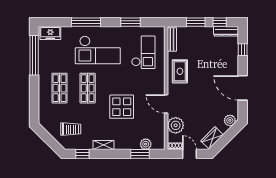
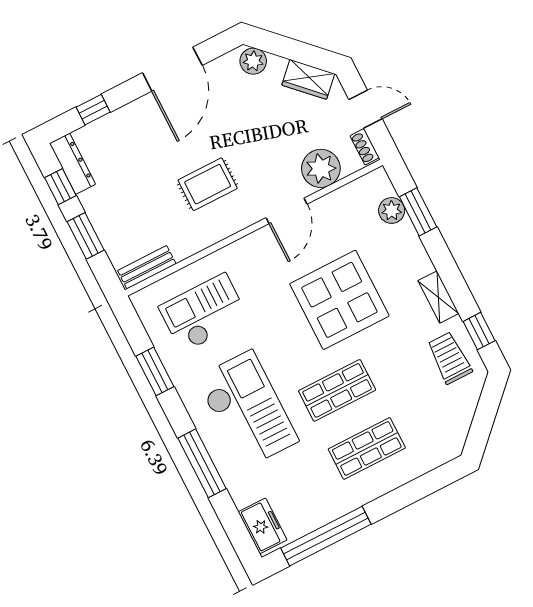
rug: (180, 71) -> (208, 184), moved
display table: (122, 107) -> (339, 300), width x1.36, depth x1.36
trolley: (71, 129) -> (449, 358), moved
door: (190, 154) -> (366, 109), swing flipped

